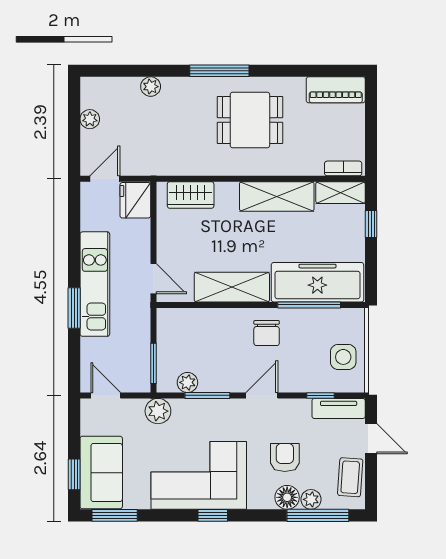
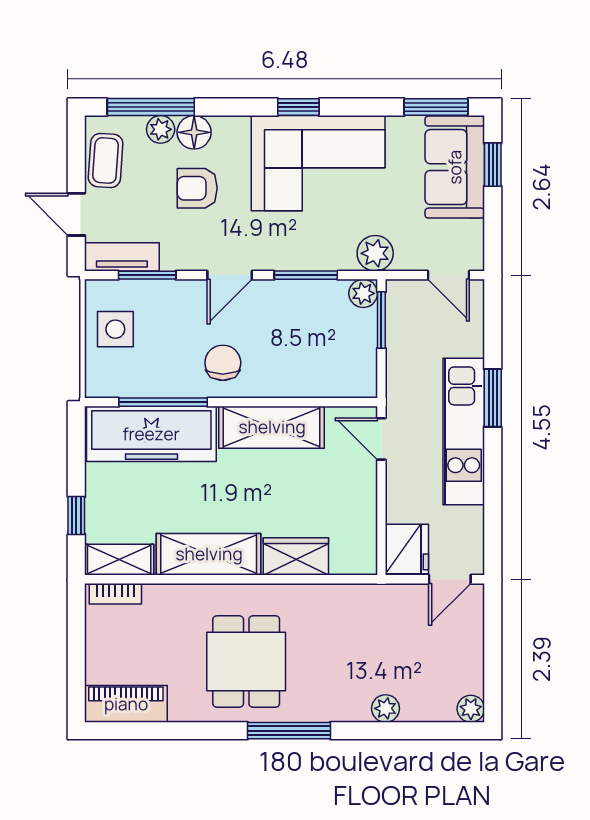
plant: (90, 119) -> (471, 709), moved
dining table: (250, 120) -> (246, 662), turned 90
wardrobe: (191, 195) -> (296, 556), moved
plant: (187, 382) -> (363, 293), moved
window: (321, 395) -> (147, 275), width x1.50
armchair: (285, 457) -> (197, 188), turned 90

